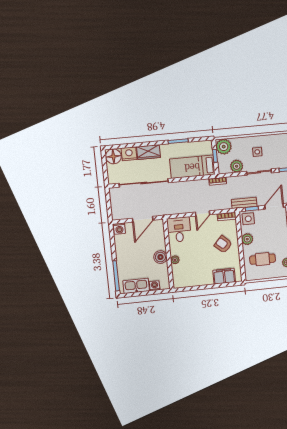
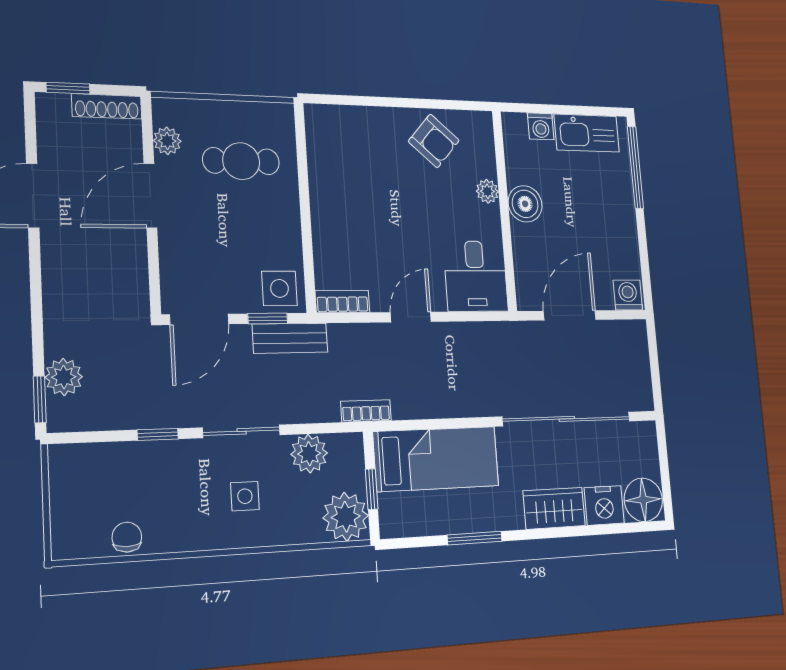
plant: (247, 239) -> (285, 227), removed
armchair: (223, 244) -> (434, 141), moved
filing cabinet: (224, 276) -> (354, 126), removed

